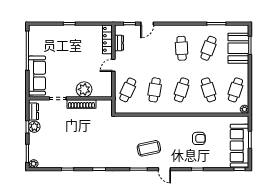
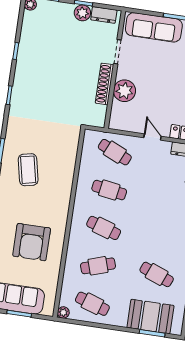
cafe table: (182, 48) -> (162, 237), removed
armchair: (199, 138) -> (32, 242), width x1.88, depth x1.88

